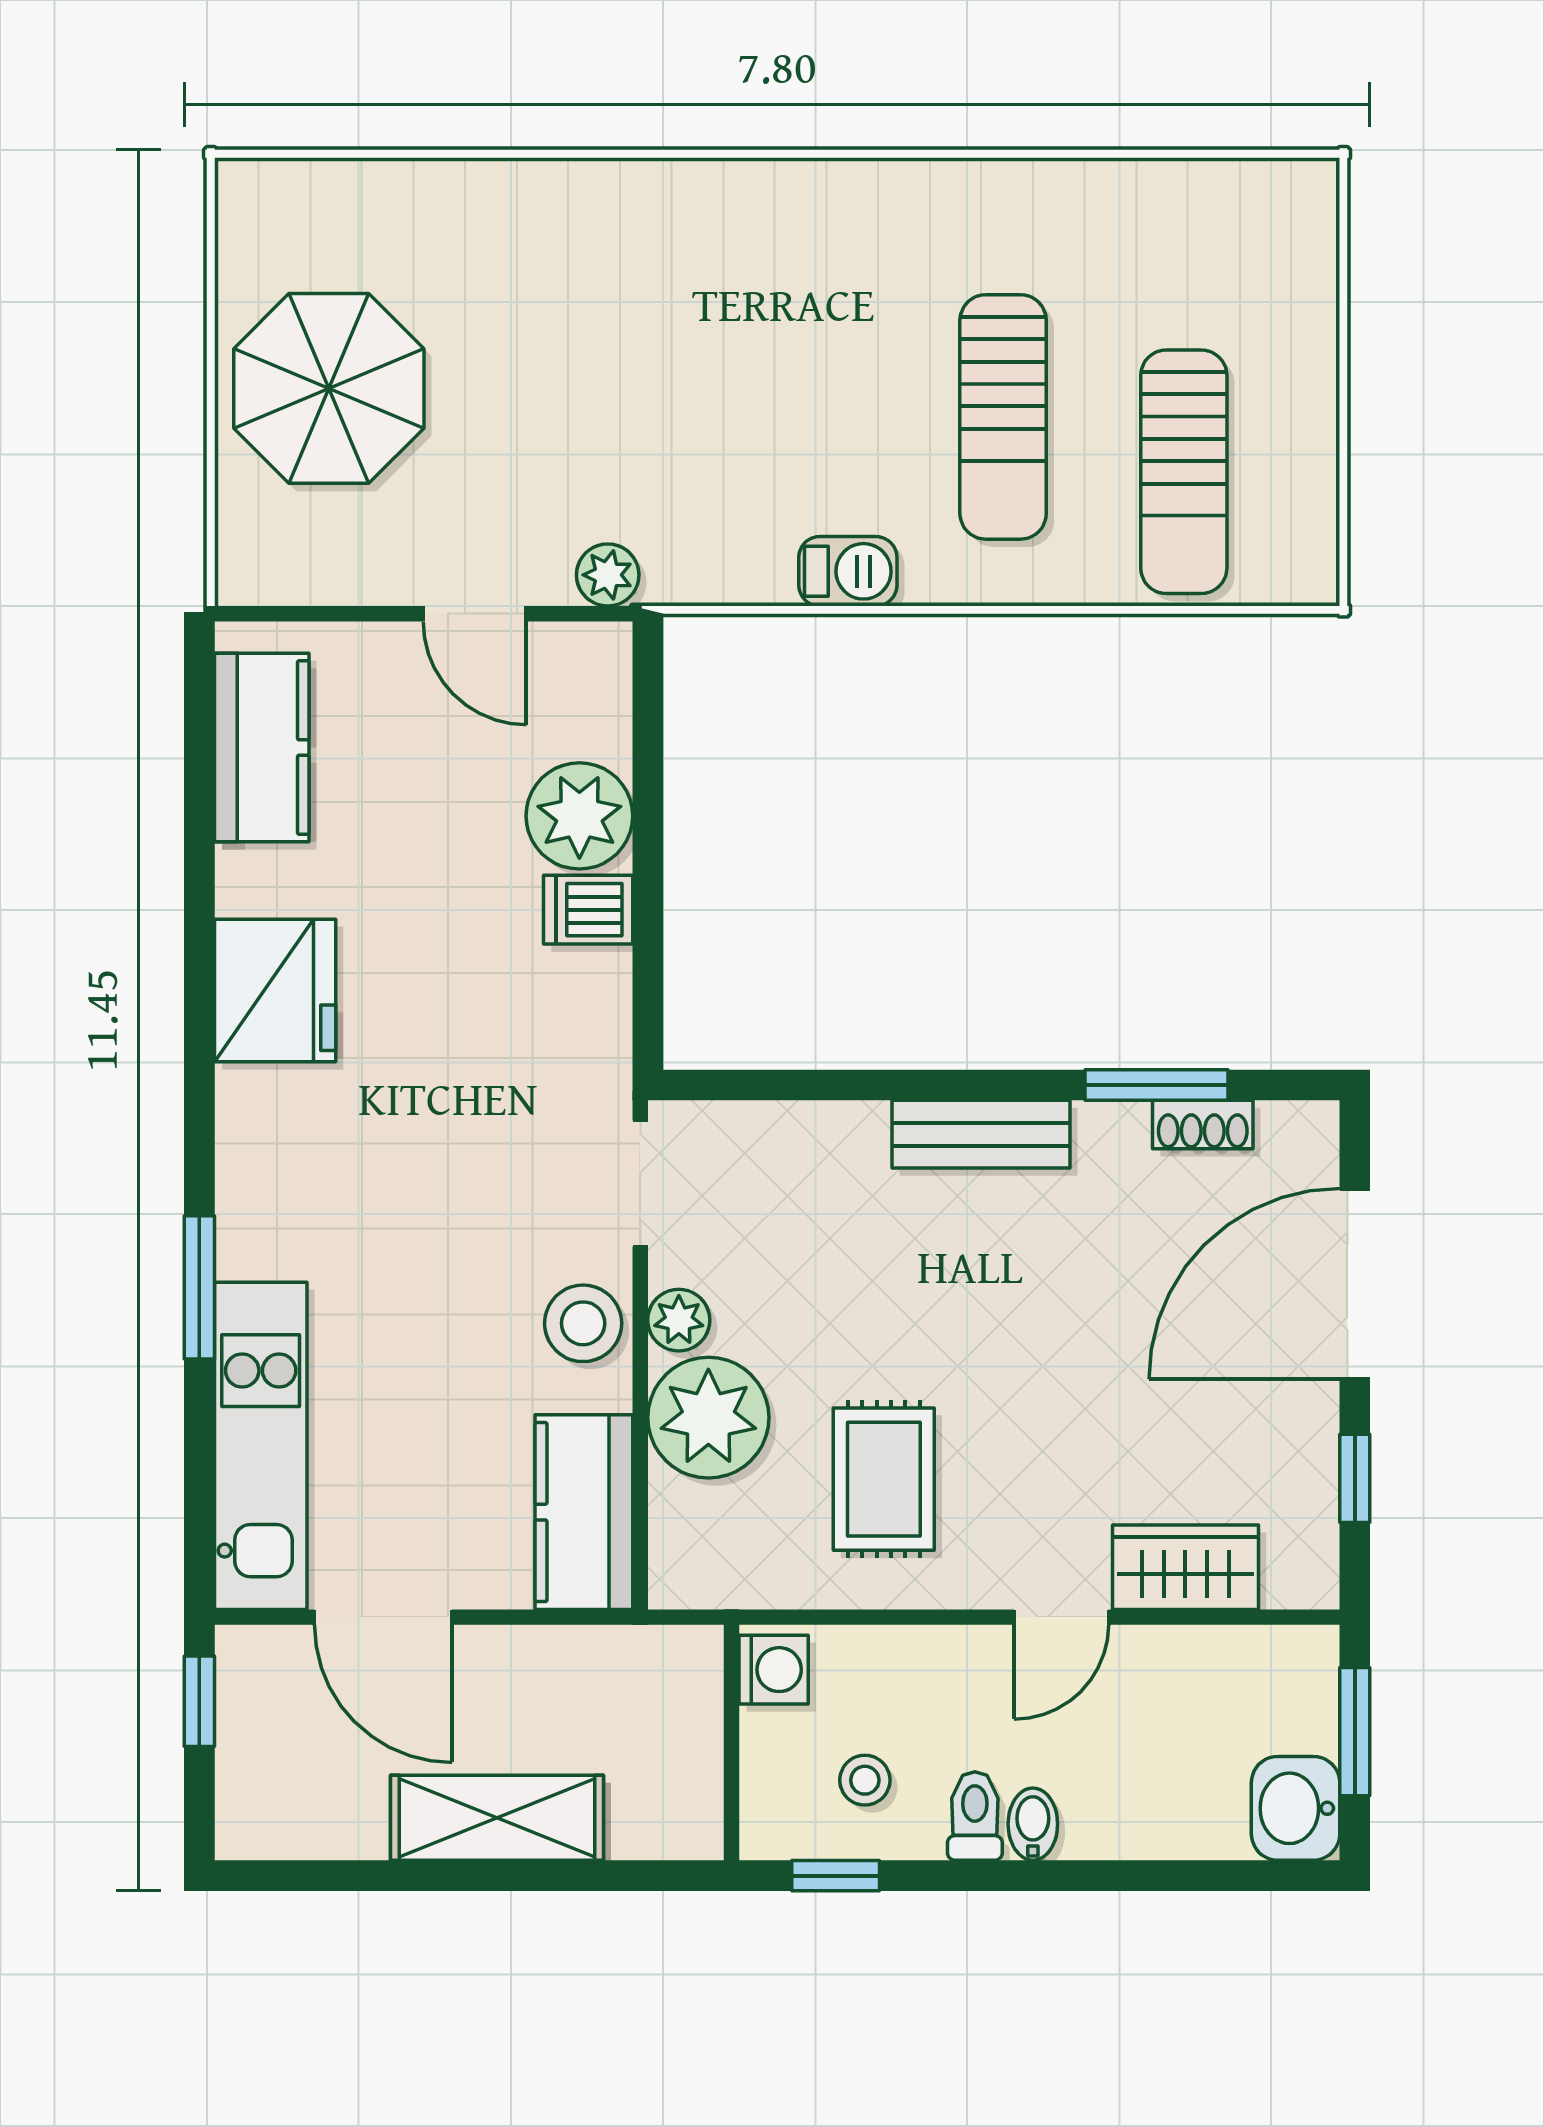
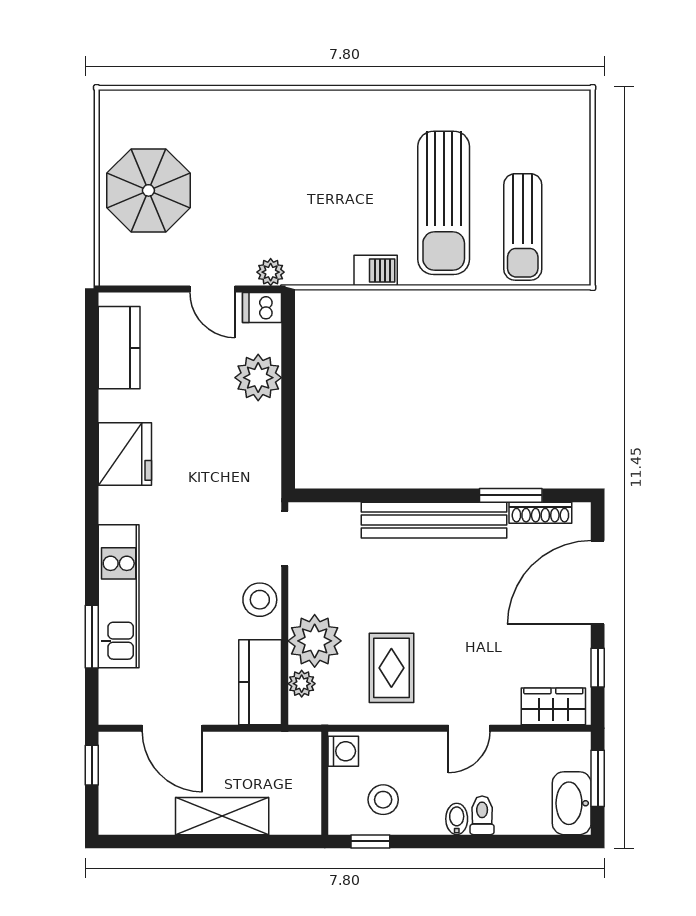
sun lounger: (1003, 417) -> (444, 203), width x1.36, depth x1.34
dishwasher: (588, 910) -> (262, 307), moved
shoe rack: (1203, 1124) -> (540, 513), width x1.43
bench: (981, 1134) -> (434, 520), width x1.86, depth x1.21
window: (199, 1287) -> (92, 637), moved
plant: (679, 1320) -> (302, 684), moved
kitchen unit: (261, 1446) -> (119, 596), moved
wardrobe: (1185, 1567) -> (553, 706), moved
stool: (865, 1780) -> (383, 800), width x1.37, depth x1.37
washbasin: (1296, 1808) -> (572, 803), width x1.38
toilet: (975, 1816) -> (482, 815), moved

